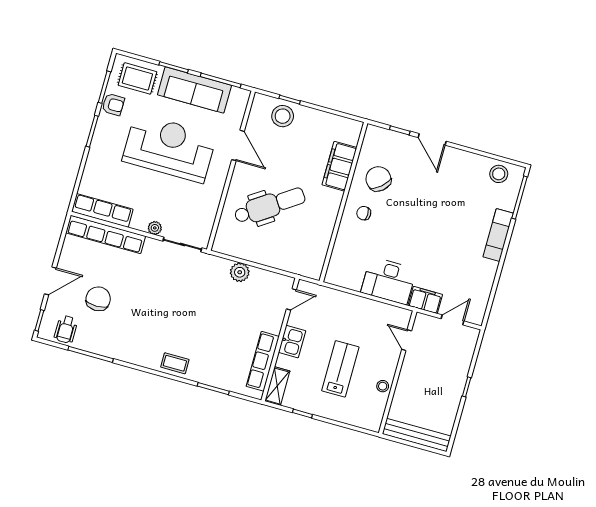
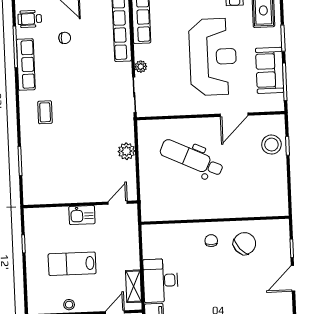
sofa: (194, 90) -> (270, 70), width x0.73
filing cabinet: (339, 166) -> (245, 207), removed
dental chair: (270, 206) -> (192, 158), turned 149
chair: (98, 299) -> (65, 38), width x0.54, depth x0.54
door: (291, 299) -> (118, 203), swing flipped
row of seats: (263, 361) -> (26, 64), moved, turned 90
coffee table: (175, 363) -> (45, 112), moved
lab bench: (340, 369) -> (72, 264), turned 180
shelving: (277, 386) -> (134, 286), moved, turned 90

